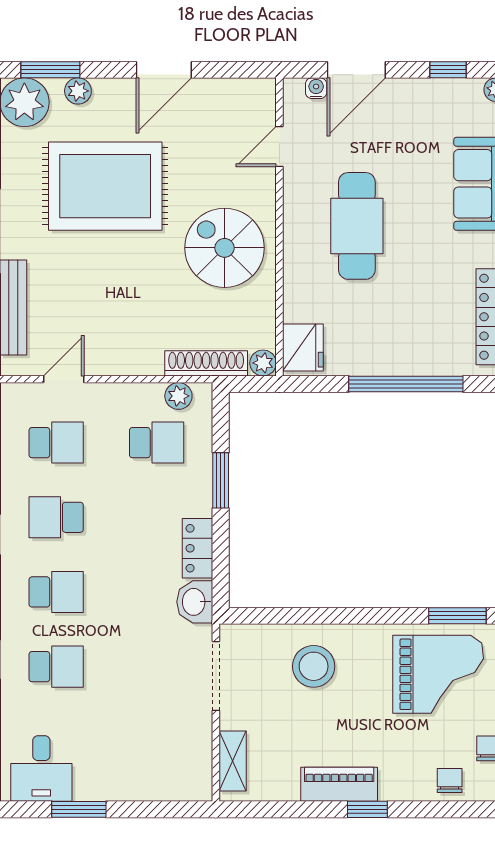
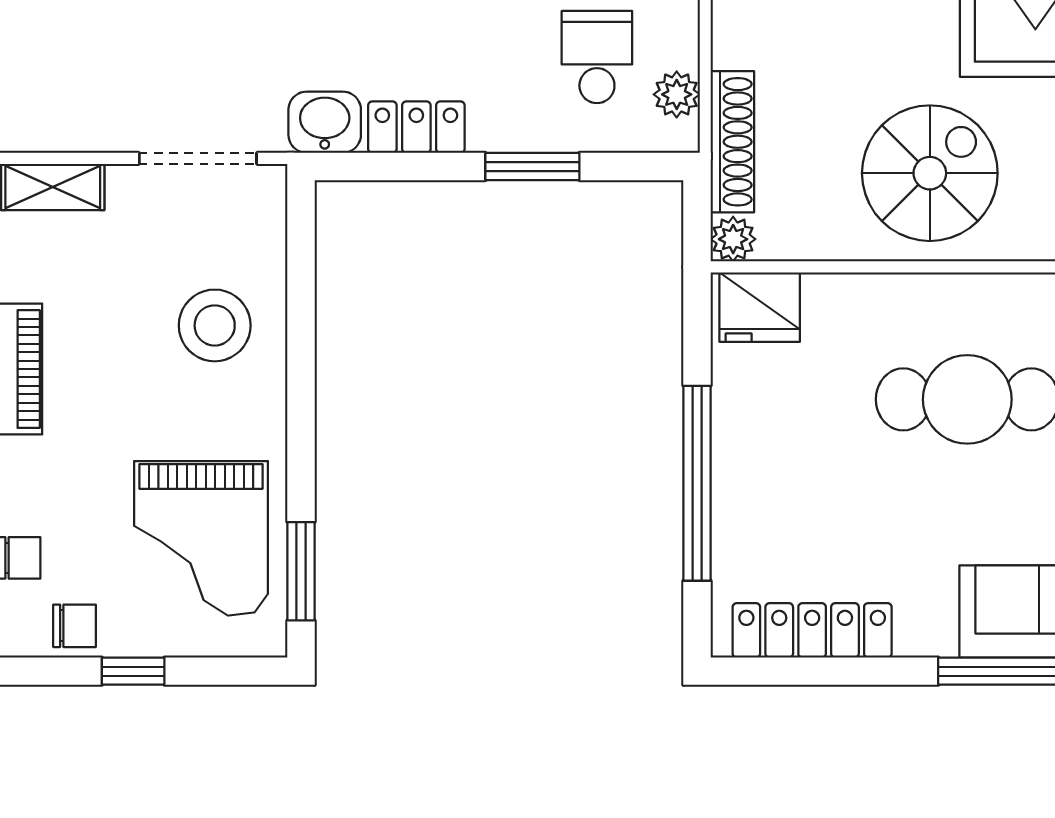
school desk: (157, 443) -> (597, 57), turned 180

